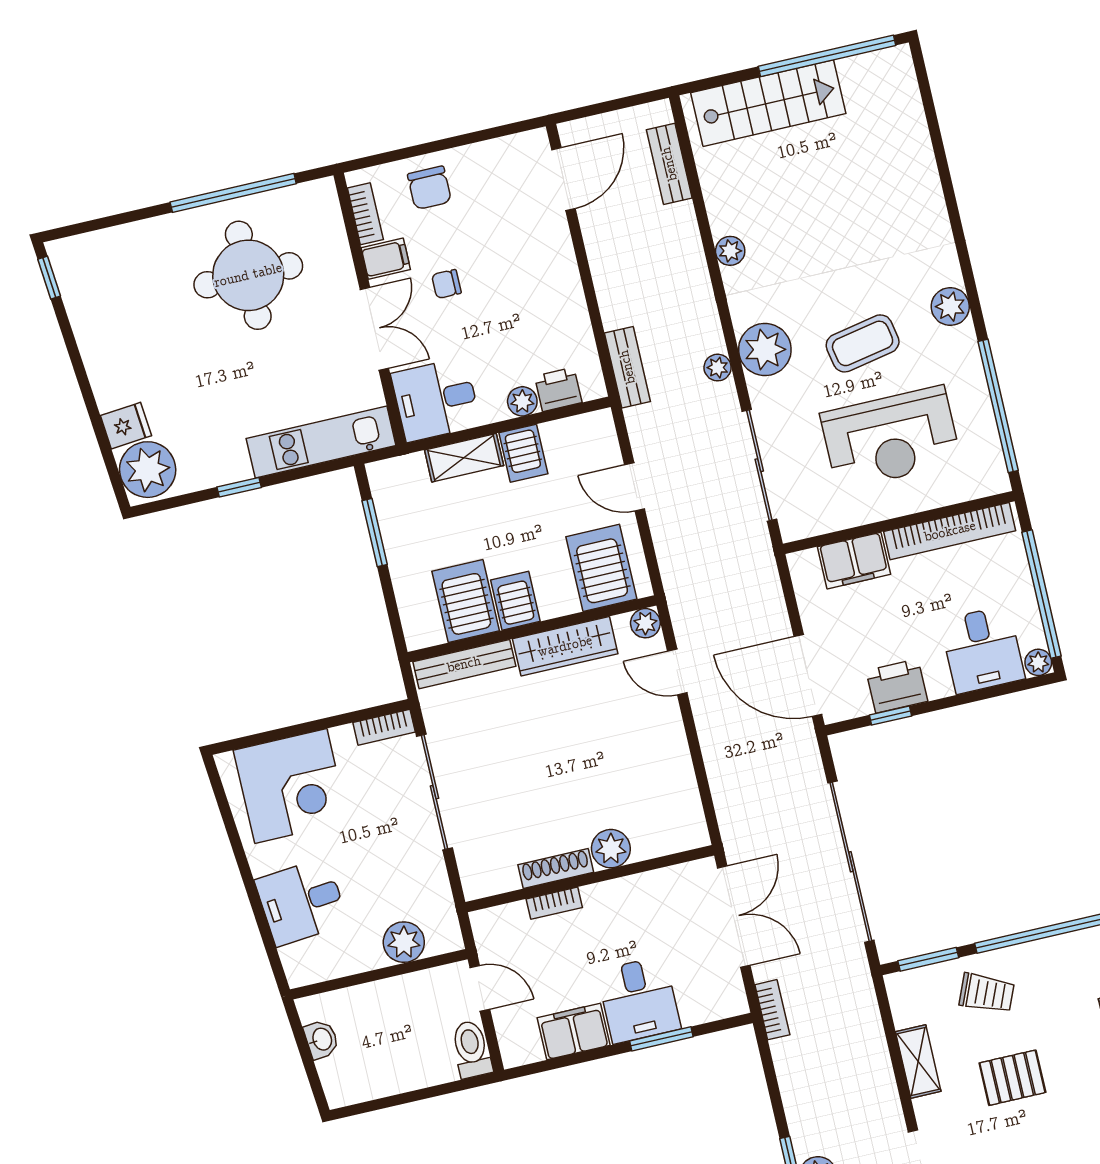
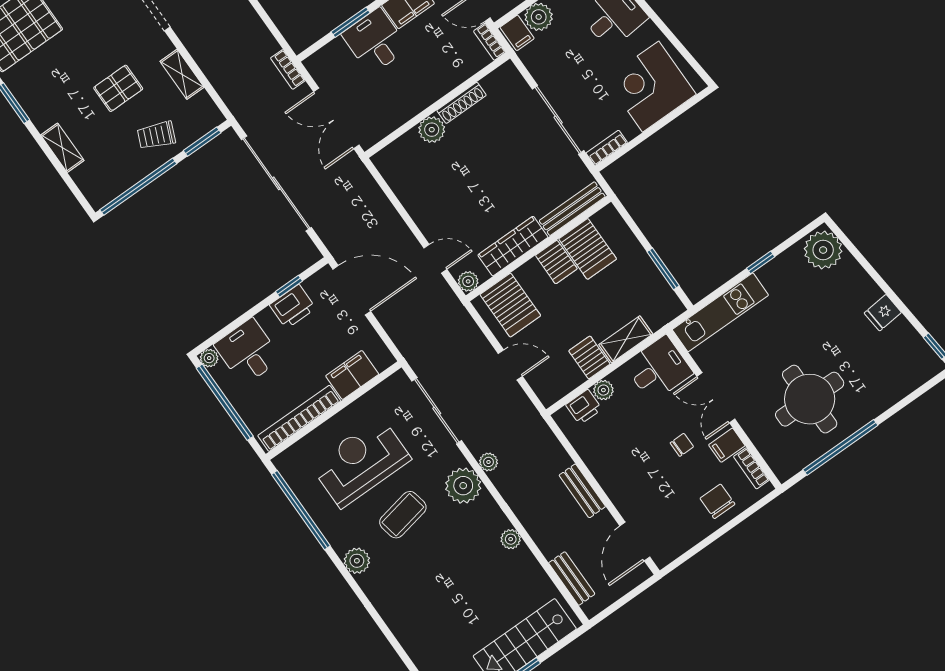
bench: (627, 367) -> (582, 491), moved
fridge: (126, 426) -> (883, 313), moved
bookcase: (554, 903) -> (490, 42), moved, turned -90
filing cabinet: (442, 932) -> (517, 33), added

